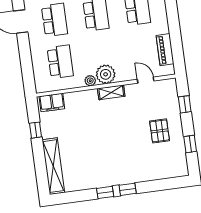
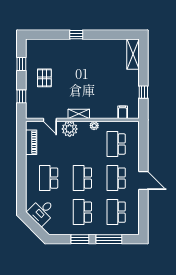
plant: (106, 74) -> (70, 129), moved
filing cabinet: (52, 103) -> (123, 112), width x0.50
shelving: (53, 166) -> (133, 54), width x0.68
window: (105, 192) -> (95, 35), removed

